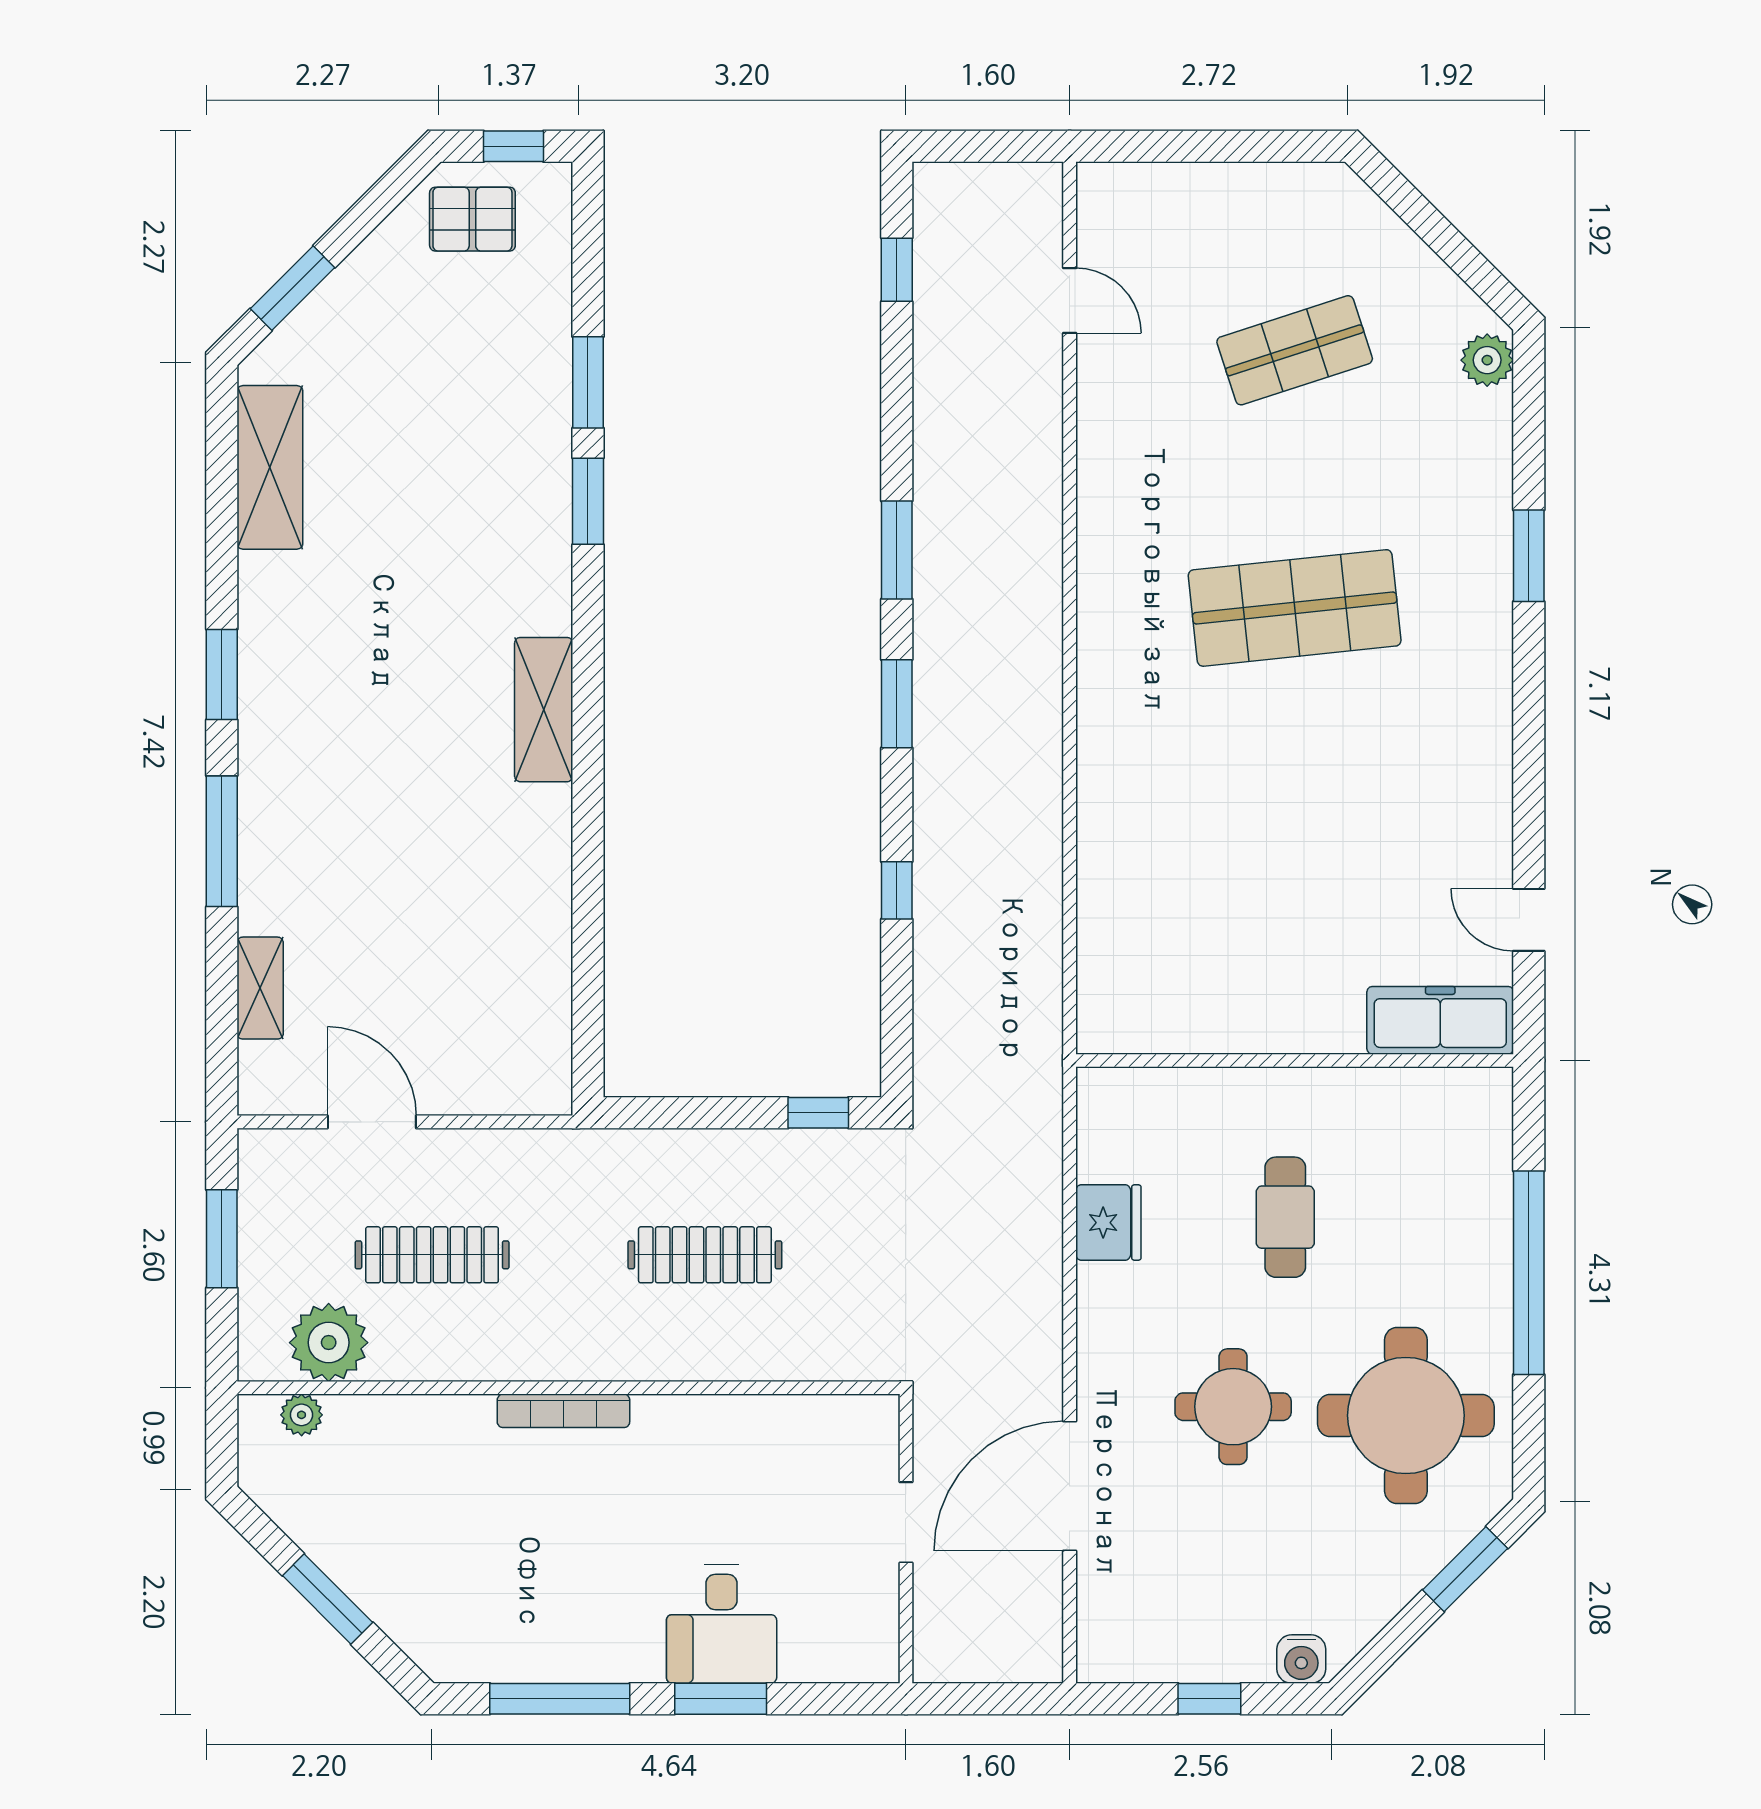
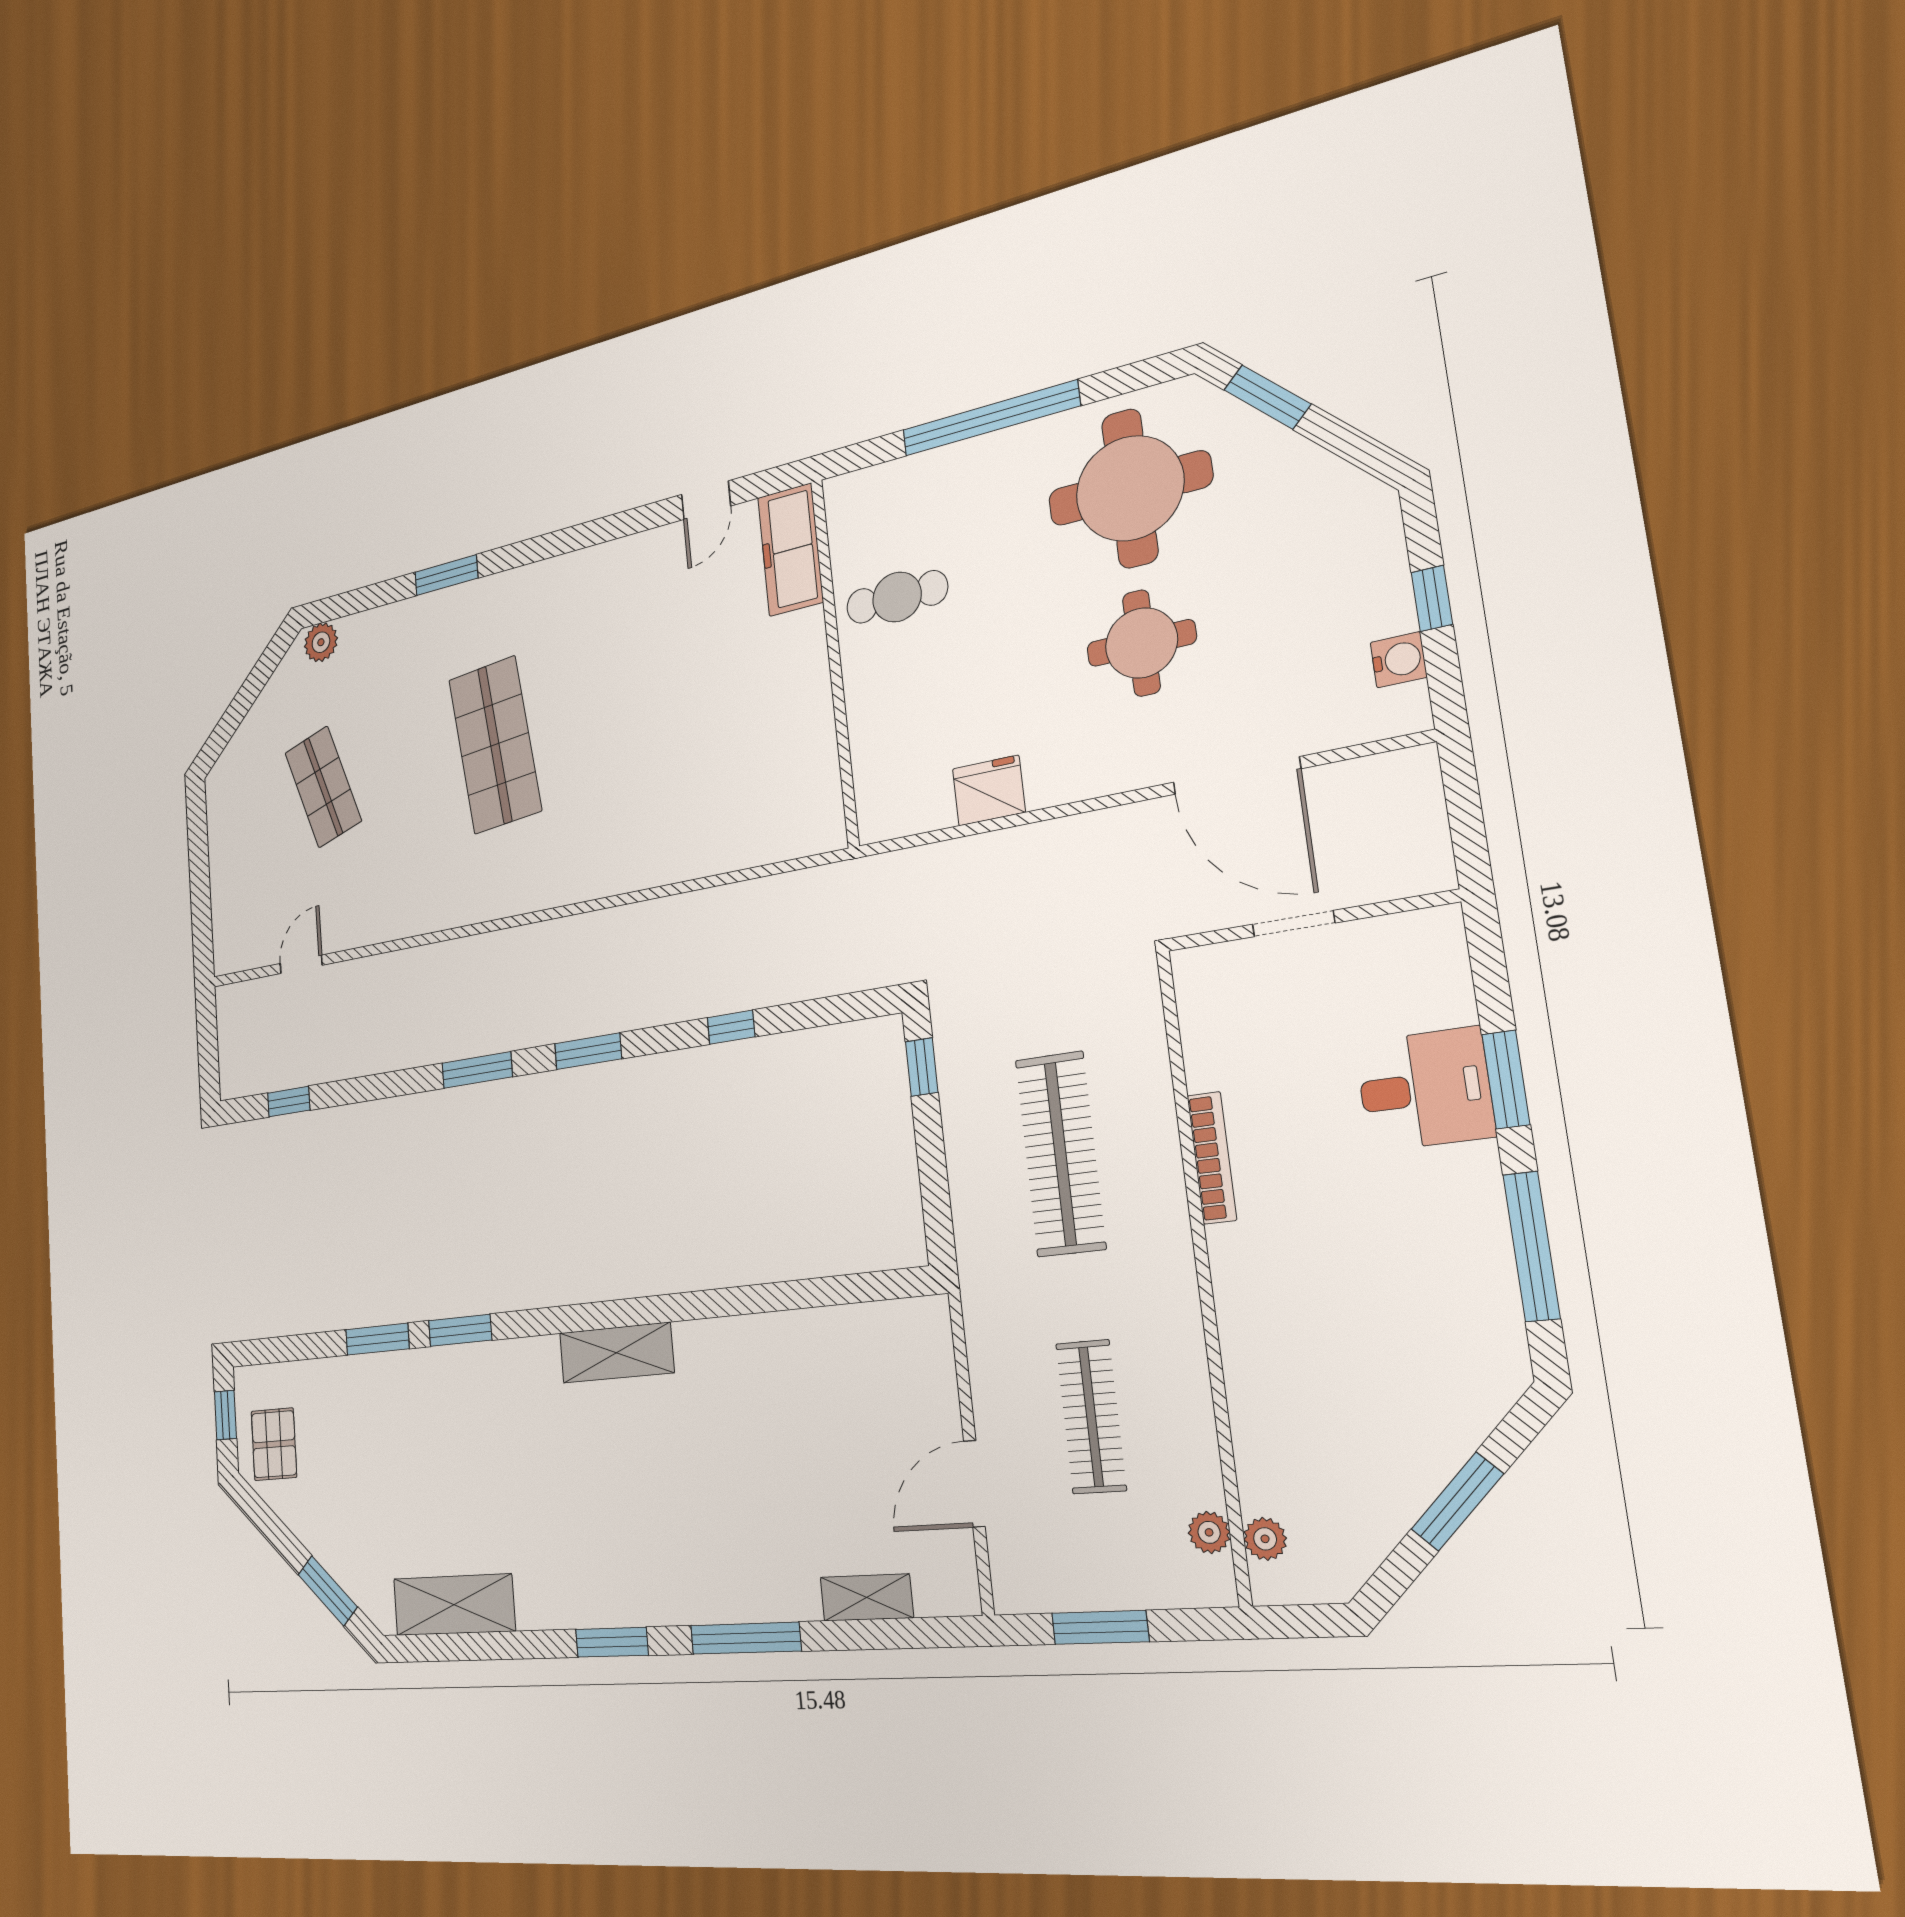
cafe table: (1285, 1217) -> (897, 597), moved
clothes rail: (705, 1255) -> (1060, 1154), width x1.37, depth x1.31
plant: (329, 1343) -> (1209, 1532), width x0.53, depth x0.53
bookcase: (563, 1411) -> (1212, 1158), moved
water cooler: (1301, 1659) -> (1399, 660), moved

